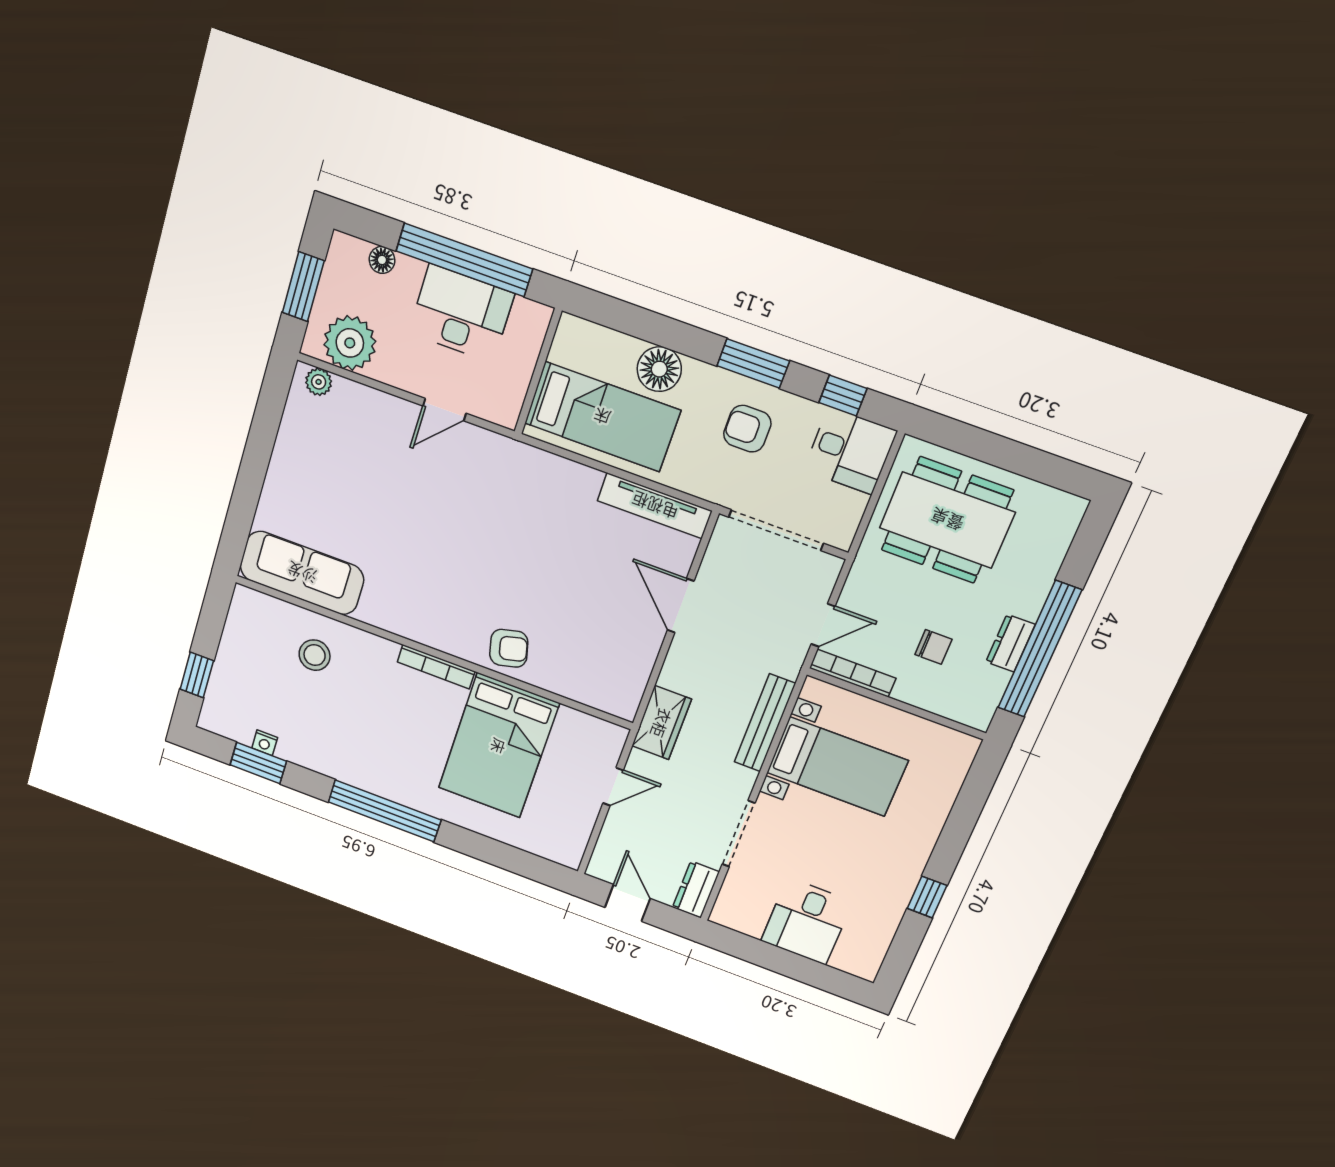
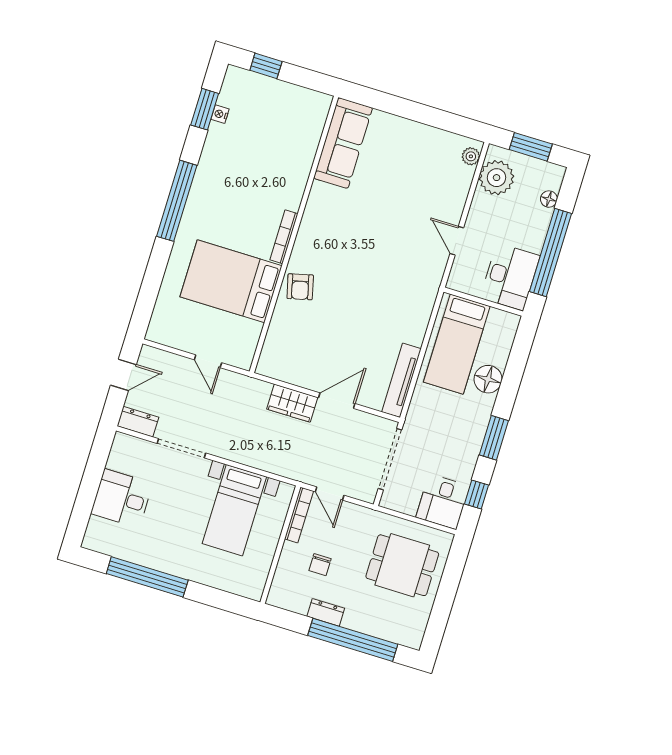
desk: (461, 313) -> (510, 277), moved
armchair: (747, 429) -> (453, 437), removed
dining table: (947, 520) -> (402, 565), width x0.73
window: (1040, 649) -> (353, 640), moved
stool: (315, 655) -> (286, 151), removed
wardrobe: (662, 723) -> (292, 403), moved
bench: (765, 723) -> (261, 461), removed
window: (927, 897) -> (147, 577), width x3.17

